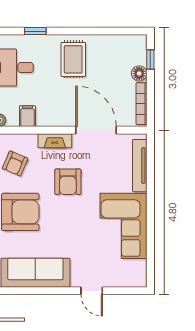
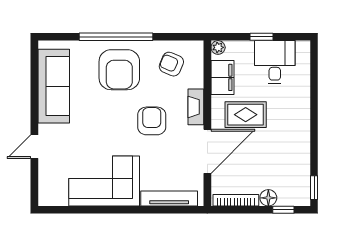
window: (35, 31) -> (314, 188), moved
rug: (73, 59) -> (246, 115), moved
filing cabinet: (27, 116) -> (222, 77), width x2.00
armchair: (68, 182) -> (152, 121), turned 90

